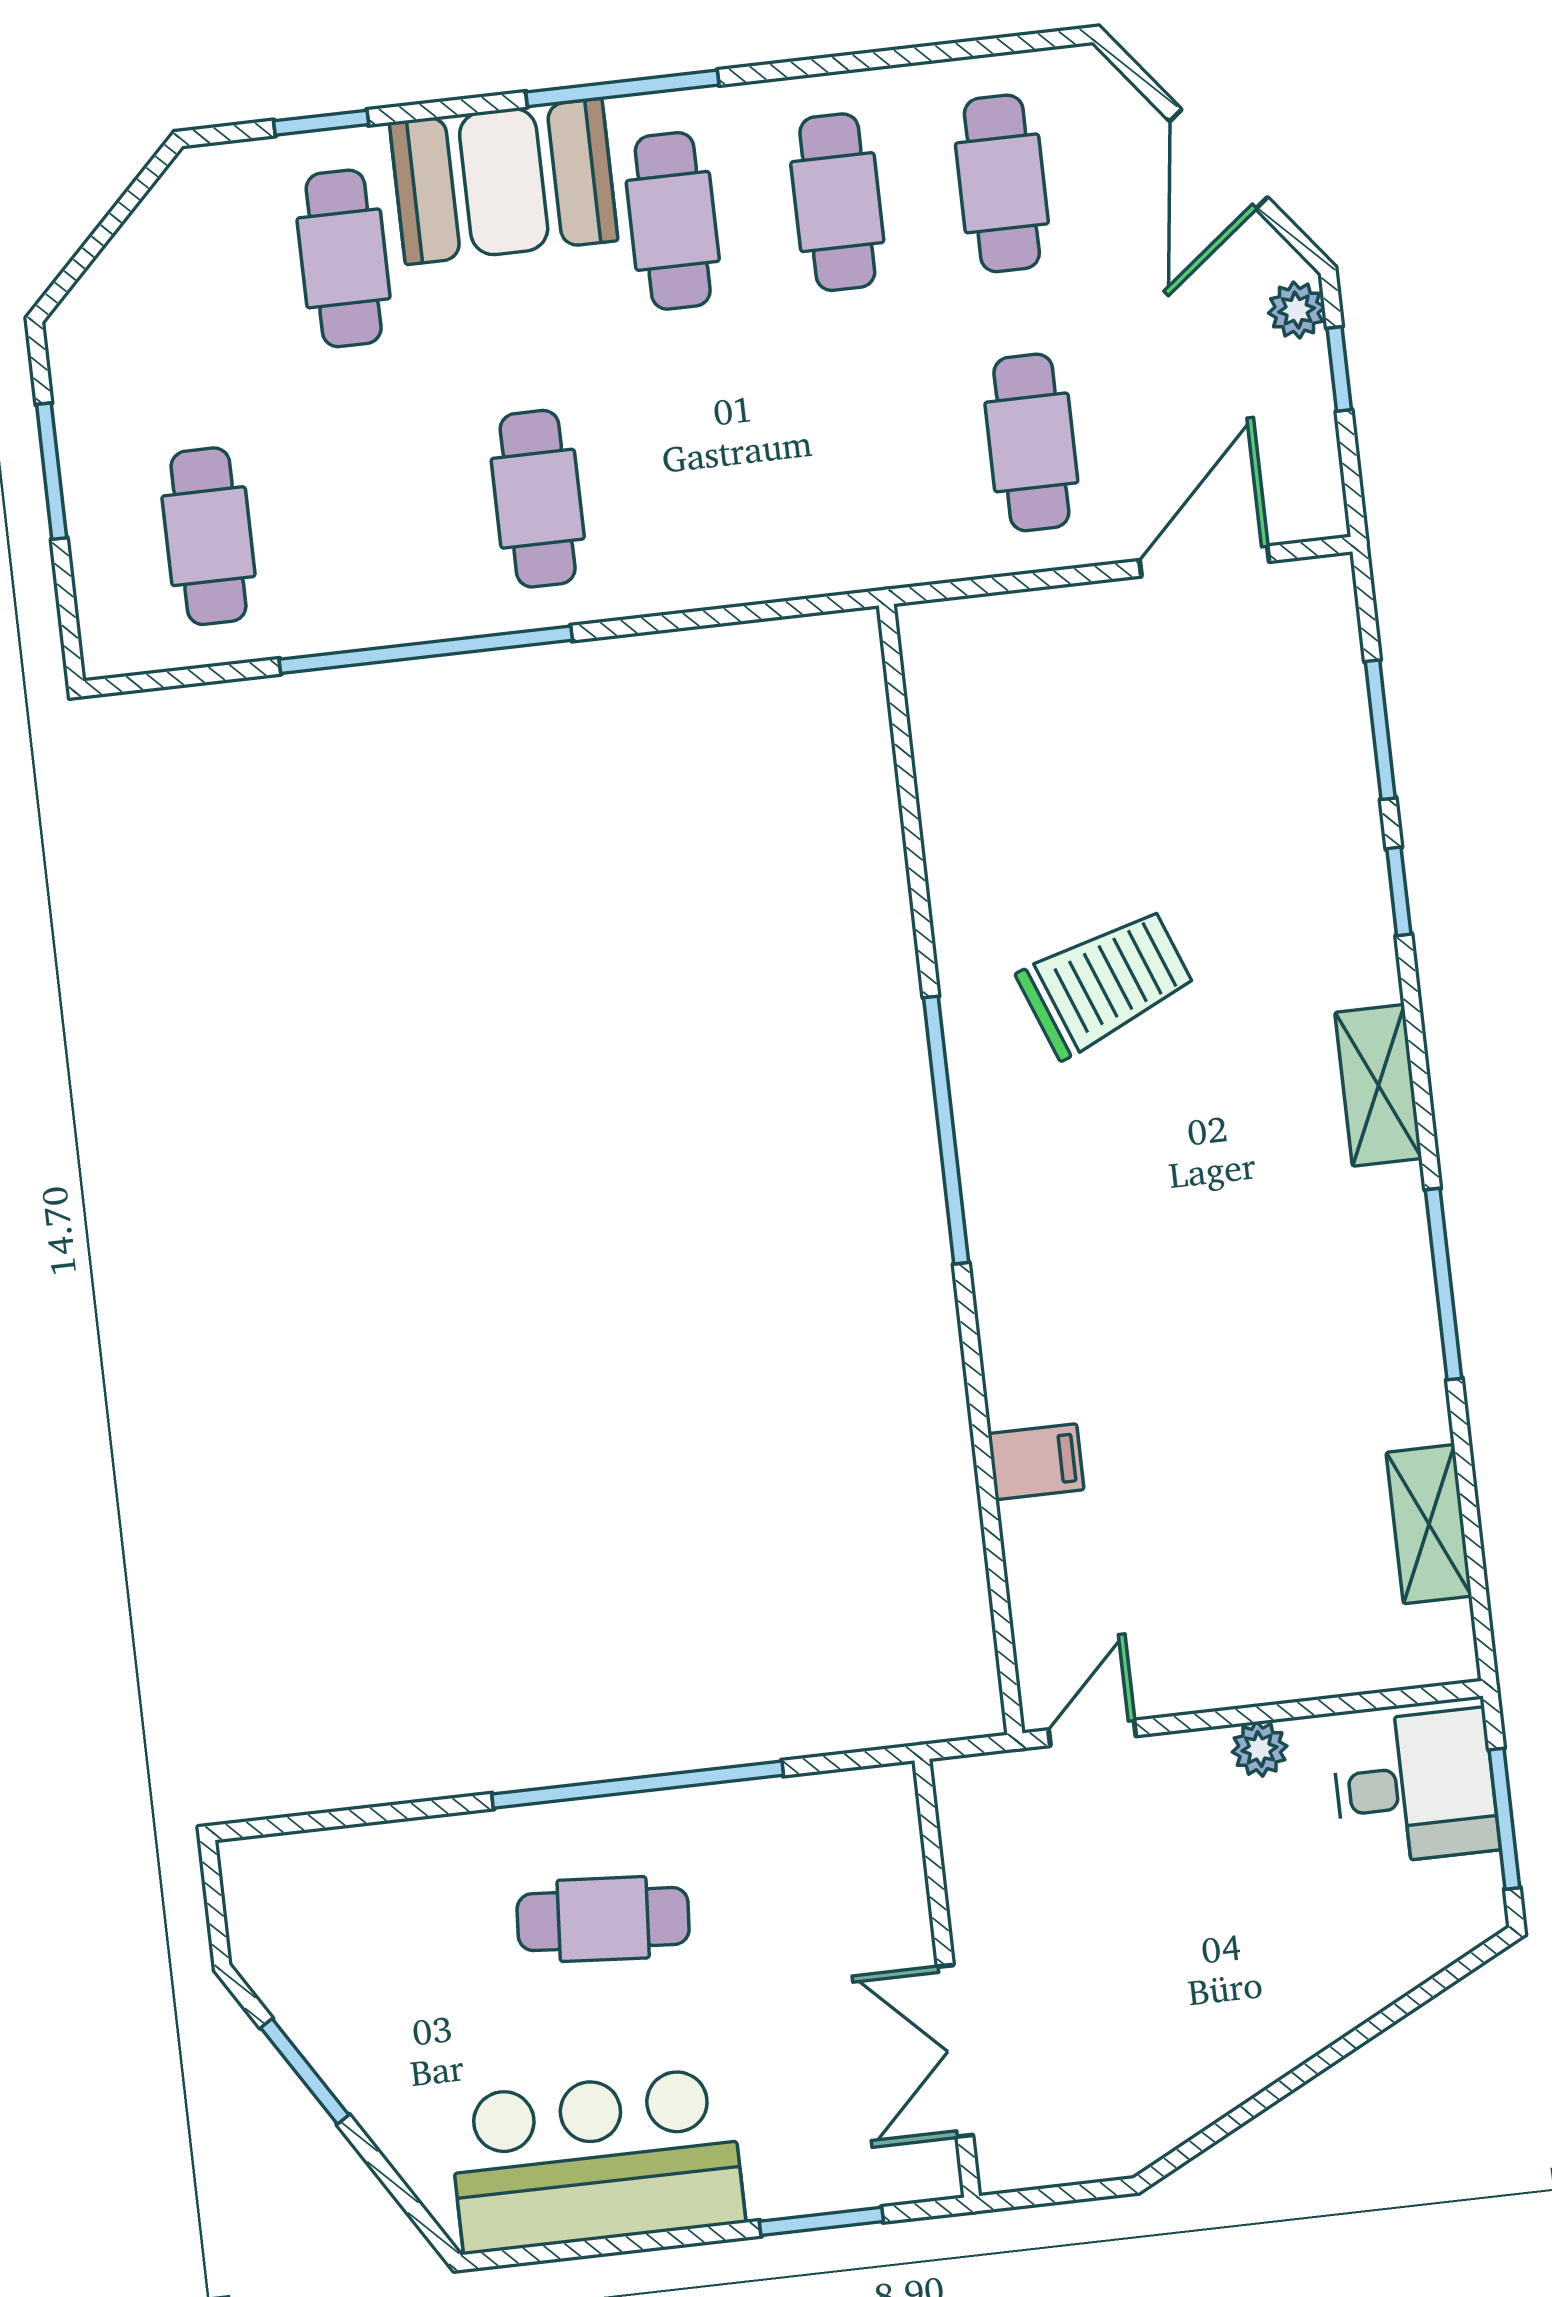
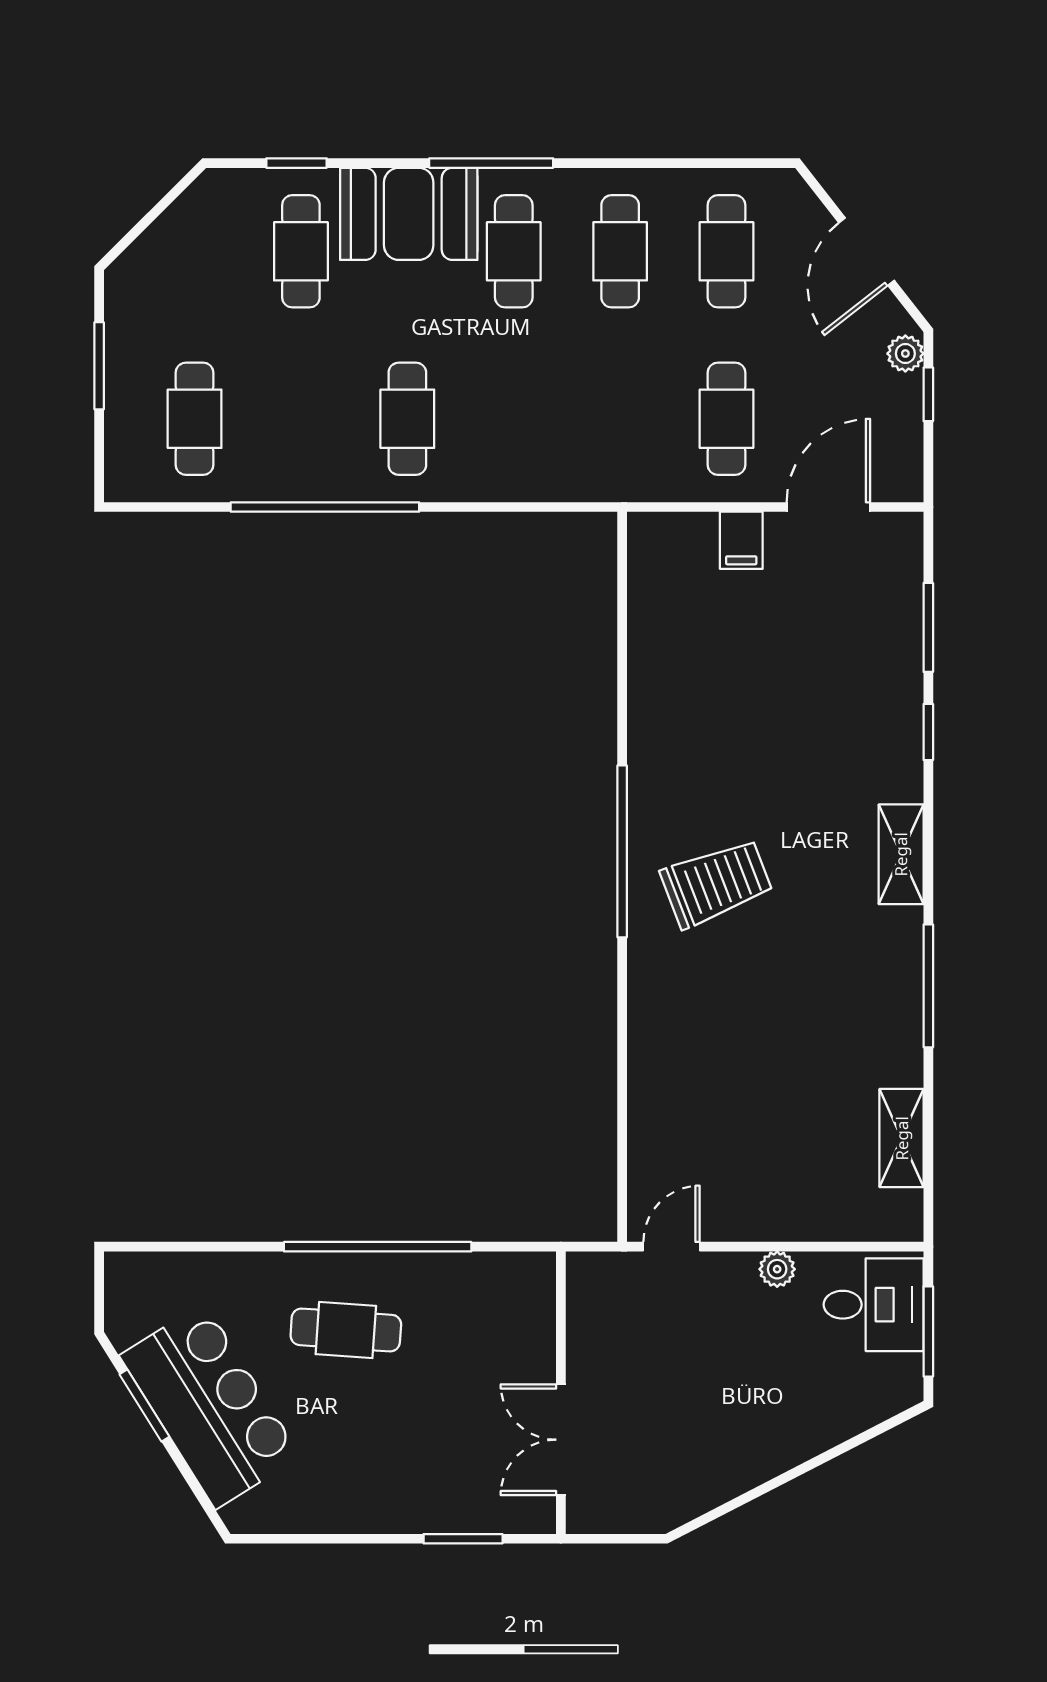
trolley: (1106, 983) -> (716, 883), moved
filing cabinet: (1036, 1462) -> (741, 540), moved, turned 90
bar counter: (596, 2160) -> (210, 1406), moved, turned 58

